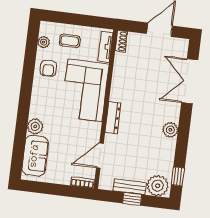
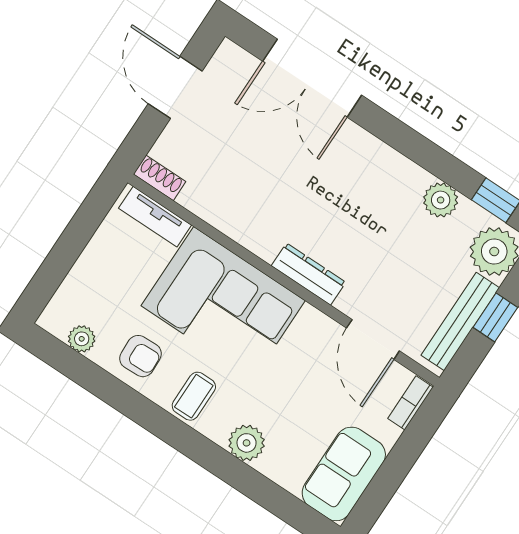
coffee table: (70, 41) -> (194, 396), moved
plant: (170, 130) -> (441, 200), moved
sofa: (35, 156) -> (344, 474), moved, turned -90
bench: (130, 187) -> (460, 321), width x1.36

